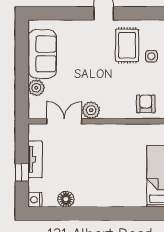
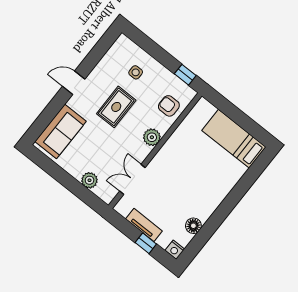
rug: (127, 45) -> (116, 107), moved, turned 90
sofa: (42, 54) -> (61, 131), moved, turned 90
plant: (91, 110) -> (152, 137), moved

